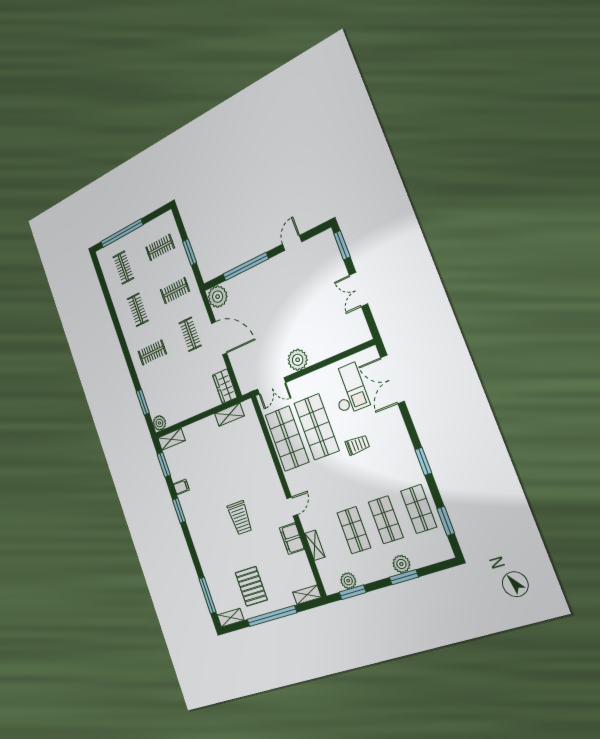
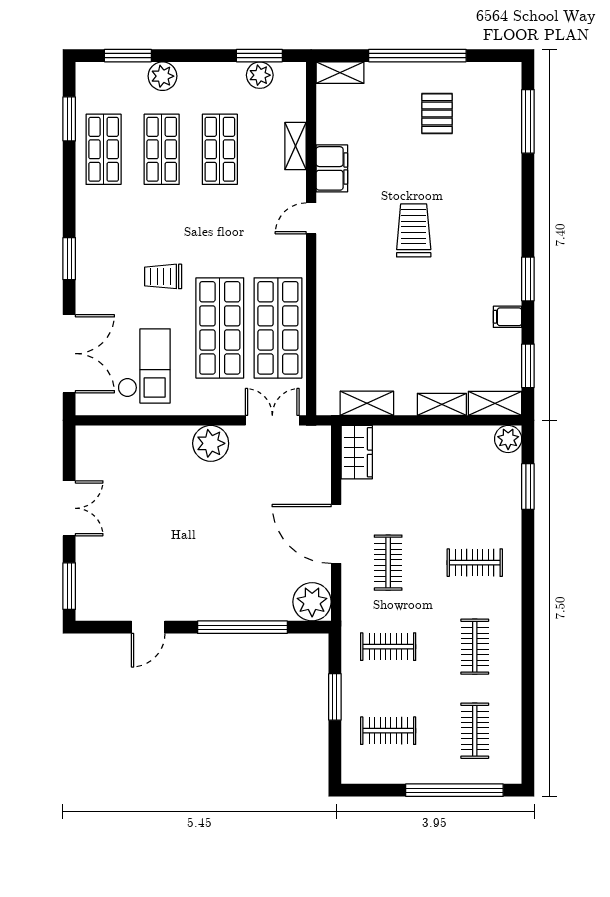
checkout: (348, 389) -> (144, 366), turned 180
window: (423, 461) -> (69, 259), moved
window: (404, 577) -> (128, 56), moved
pallet: (251, 586) -> (437, 114), width x0.67, depth x0.71
shelving: (231, 618) -> (442, 404), moved

